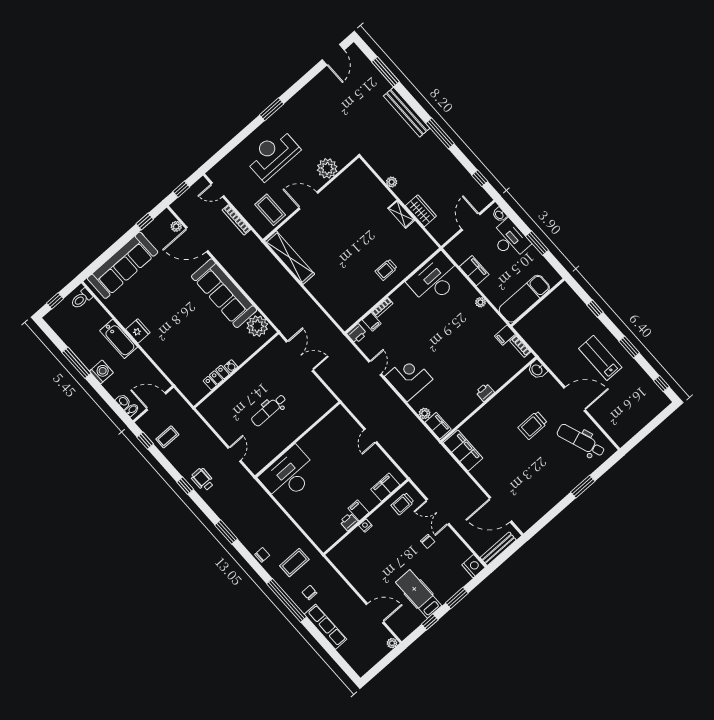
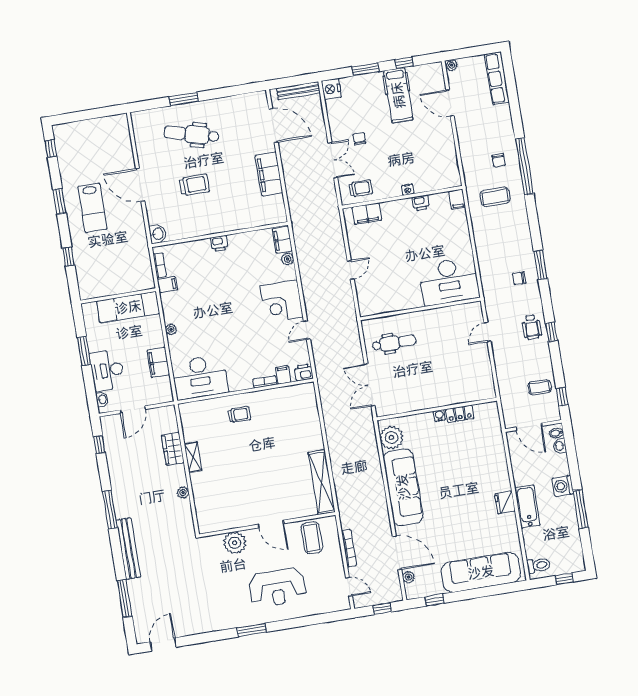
dental chair: (269, 410) -> (394, 343), moved
dental chair: (581, 441) -> (192, 134), moved, turned 125
filing cabinet: (463, 450) -> (269, 174), moved
filing cabinet: (358, 510) -> (457, 199), moved
chair: (262, 555) -> (519, 278), moved
row of seats: (325, 627) -> (497, 78), moved

